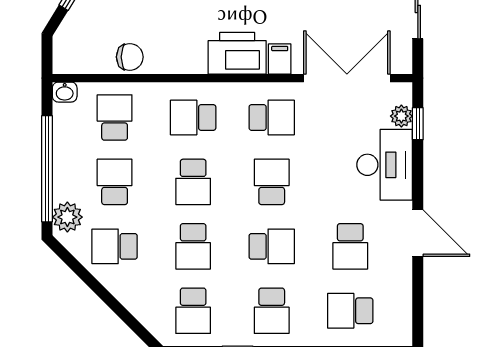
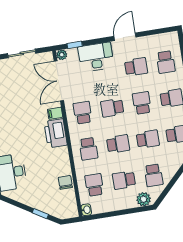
plant: (401, 116) -> (62, 55), moved
school desk: (115, 117) -> (94, 185), turned 90
window: (47, 169) -> (123, 212), removed

